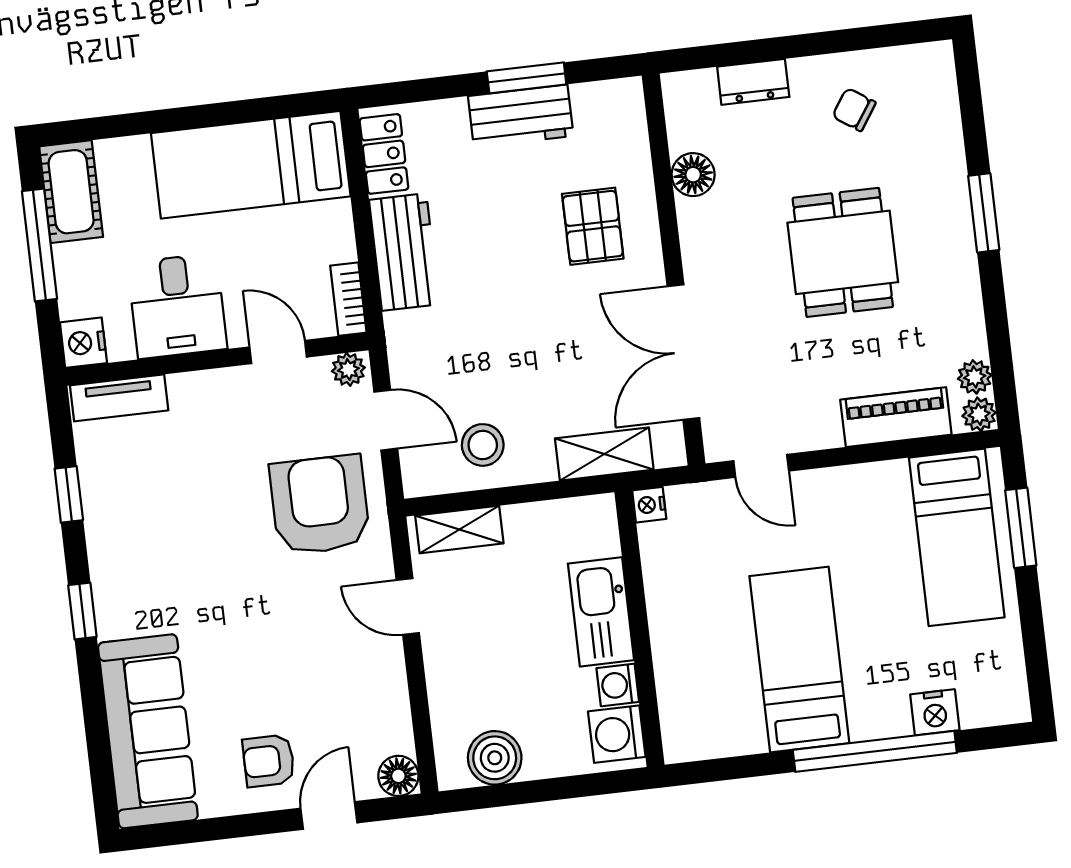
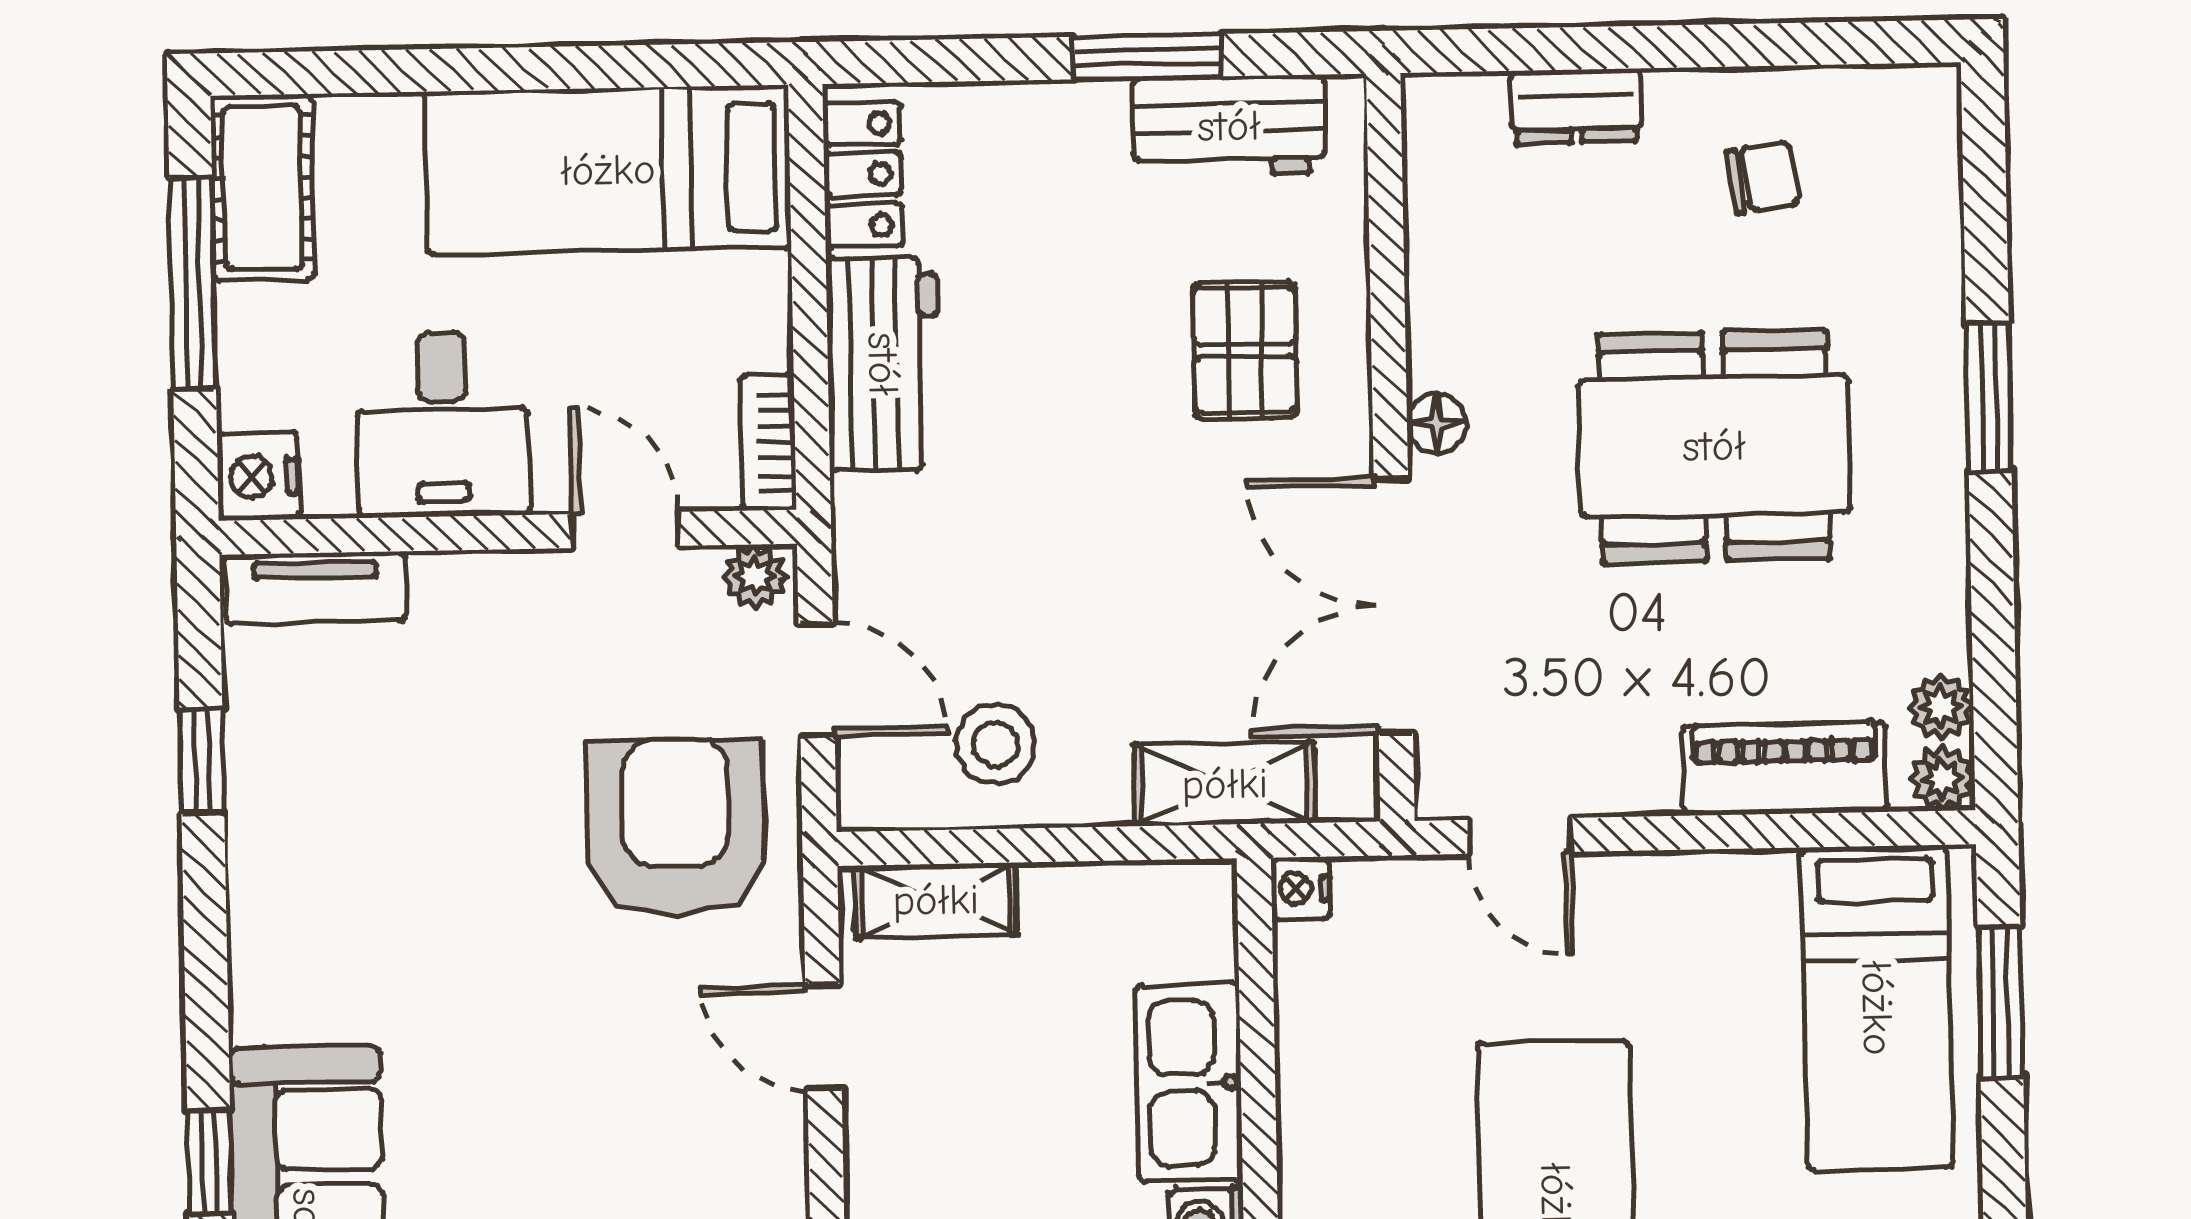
chair: (854, 110) -> (1762, 178), turned 138
workbench: (521, 116) -> (1229, 126), moved
floor lamp: (693, 175) -> (1437, 423), moved, width x0.73, depth x0.73
dining table: (843, 252) -> (1714, 446), width x1.38
window: (82, 611) -> (210, 1162), moved

